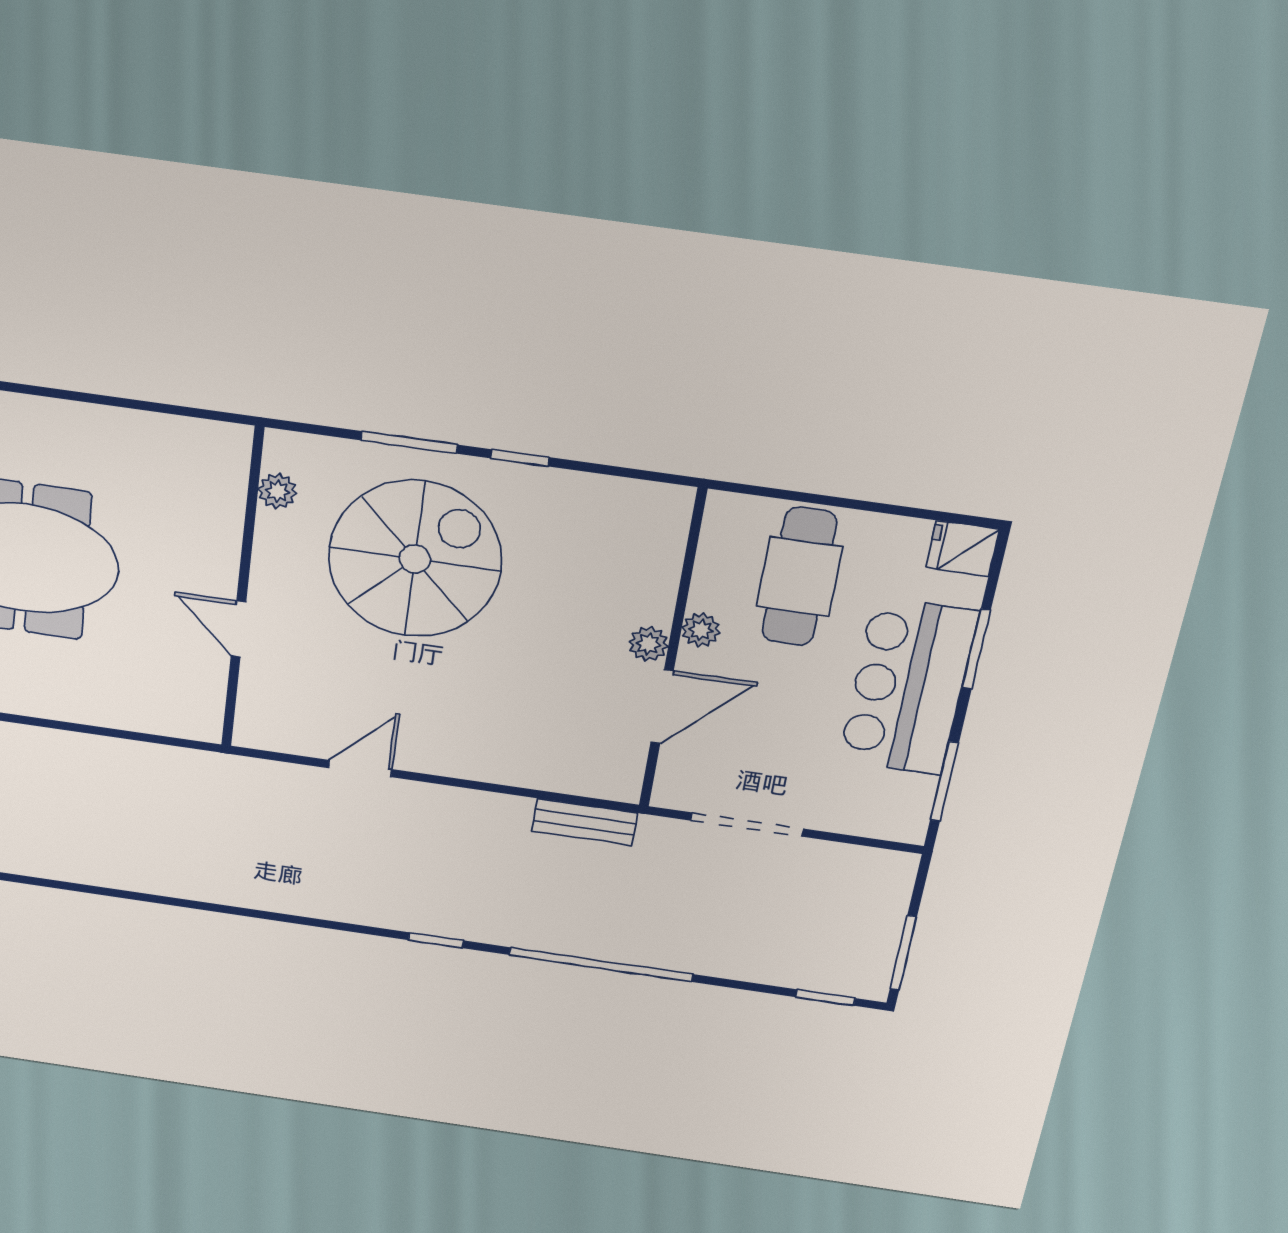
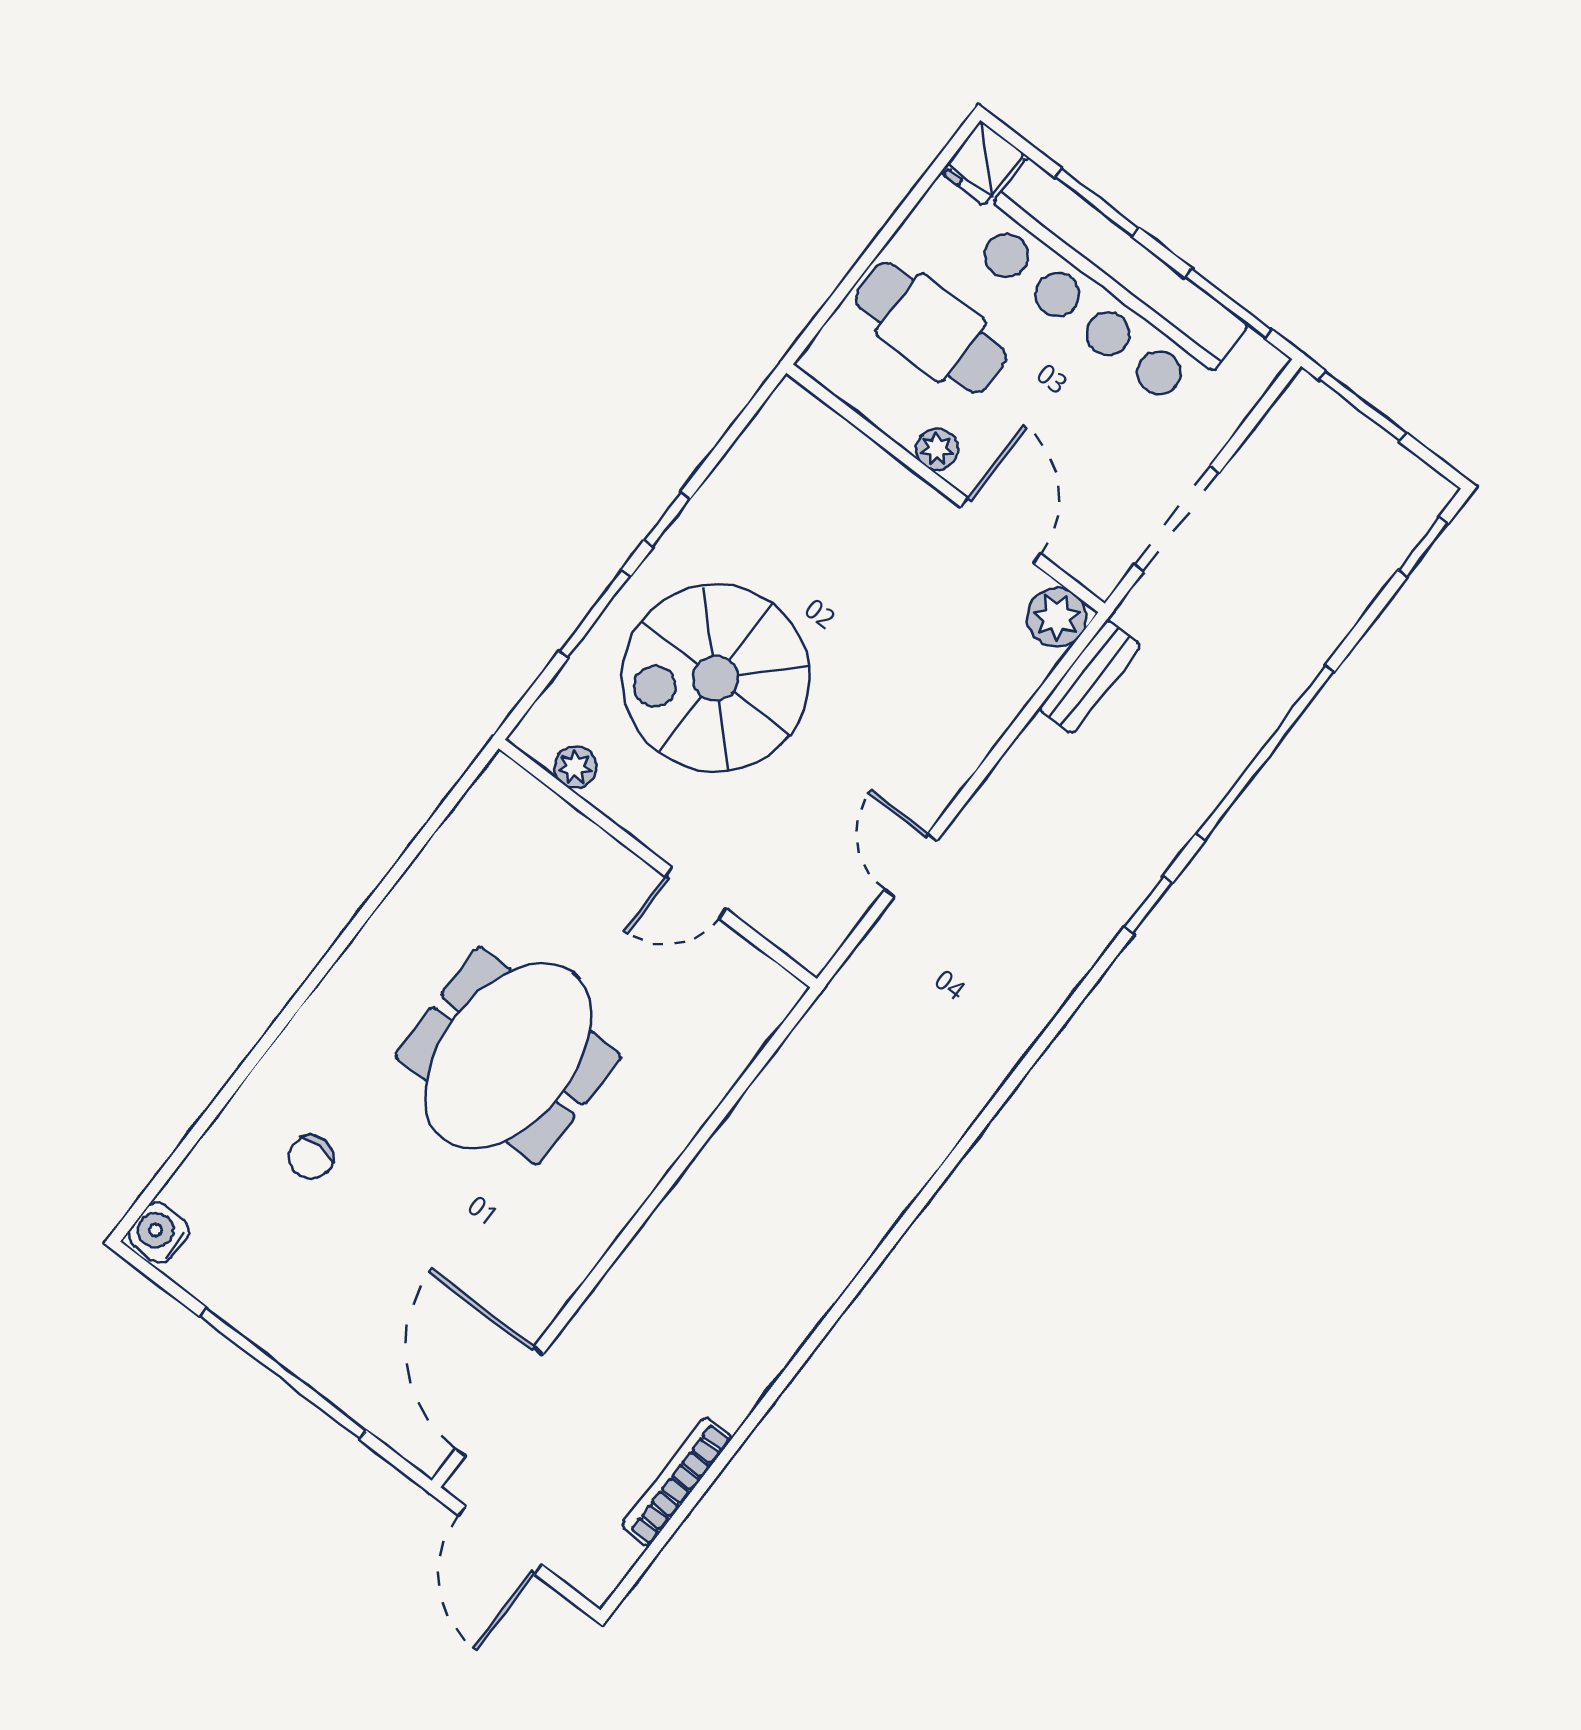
spiral stairs: (415, 559) -> (716, 678), turned -90
plant: (649, 644) -> (1057, 618), moved, width x1.38, depth x1.38
bar counter: (908, 687) -> (1104, 286), width x1.36
window: (903, 953) -> (1362, 406), moved

